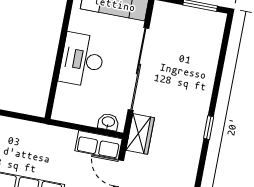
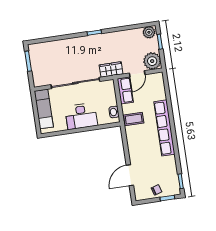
washbasin: (108, 122) -> (114, 112), moved
coffee table: (48, 142) -> (134, 119), added

